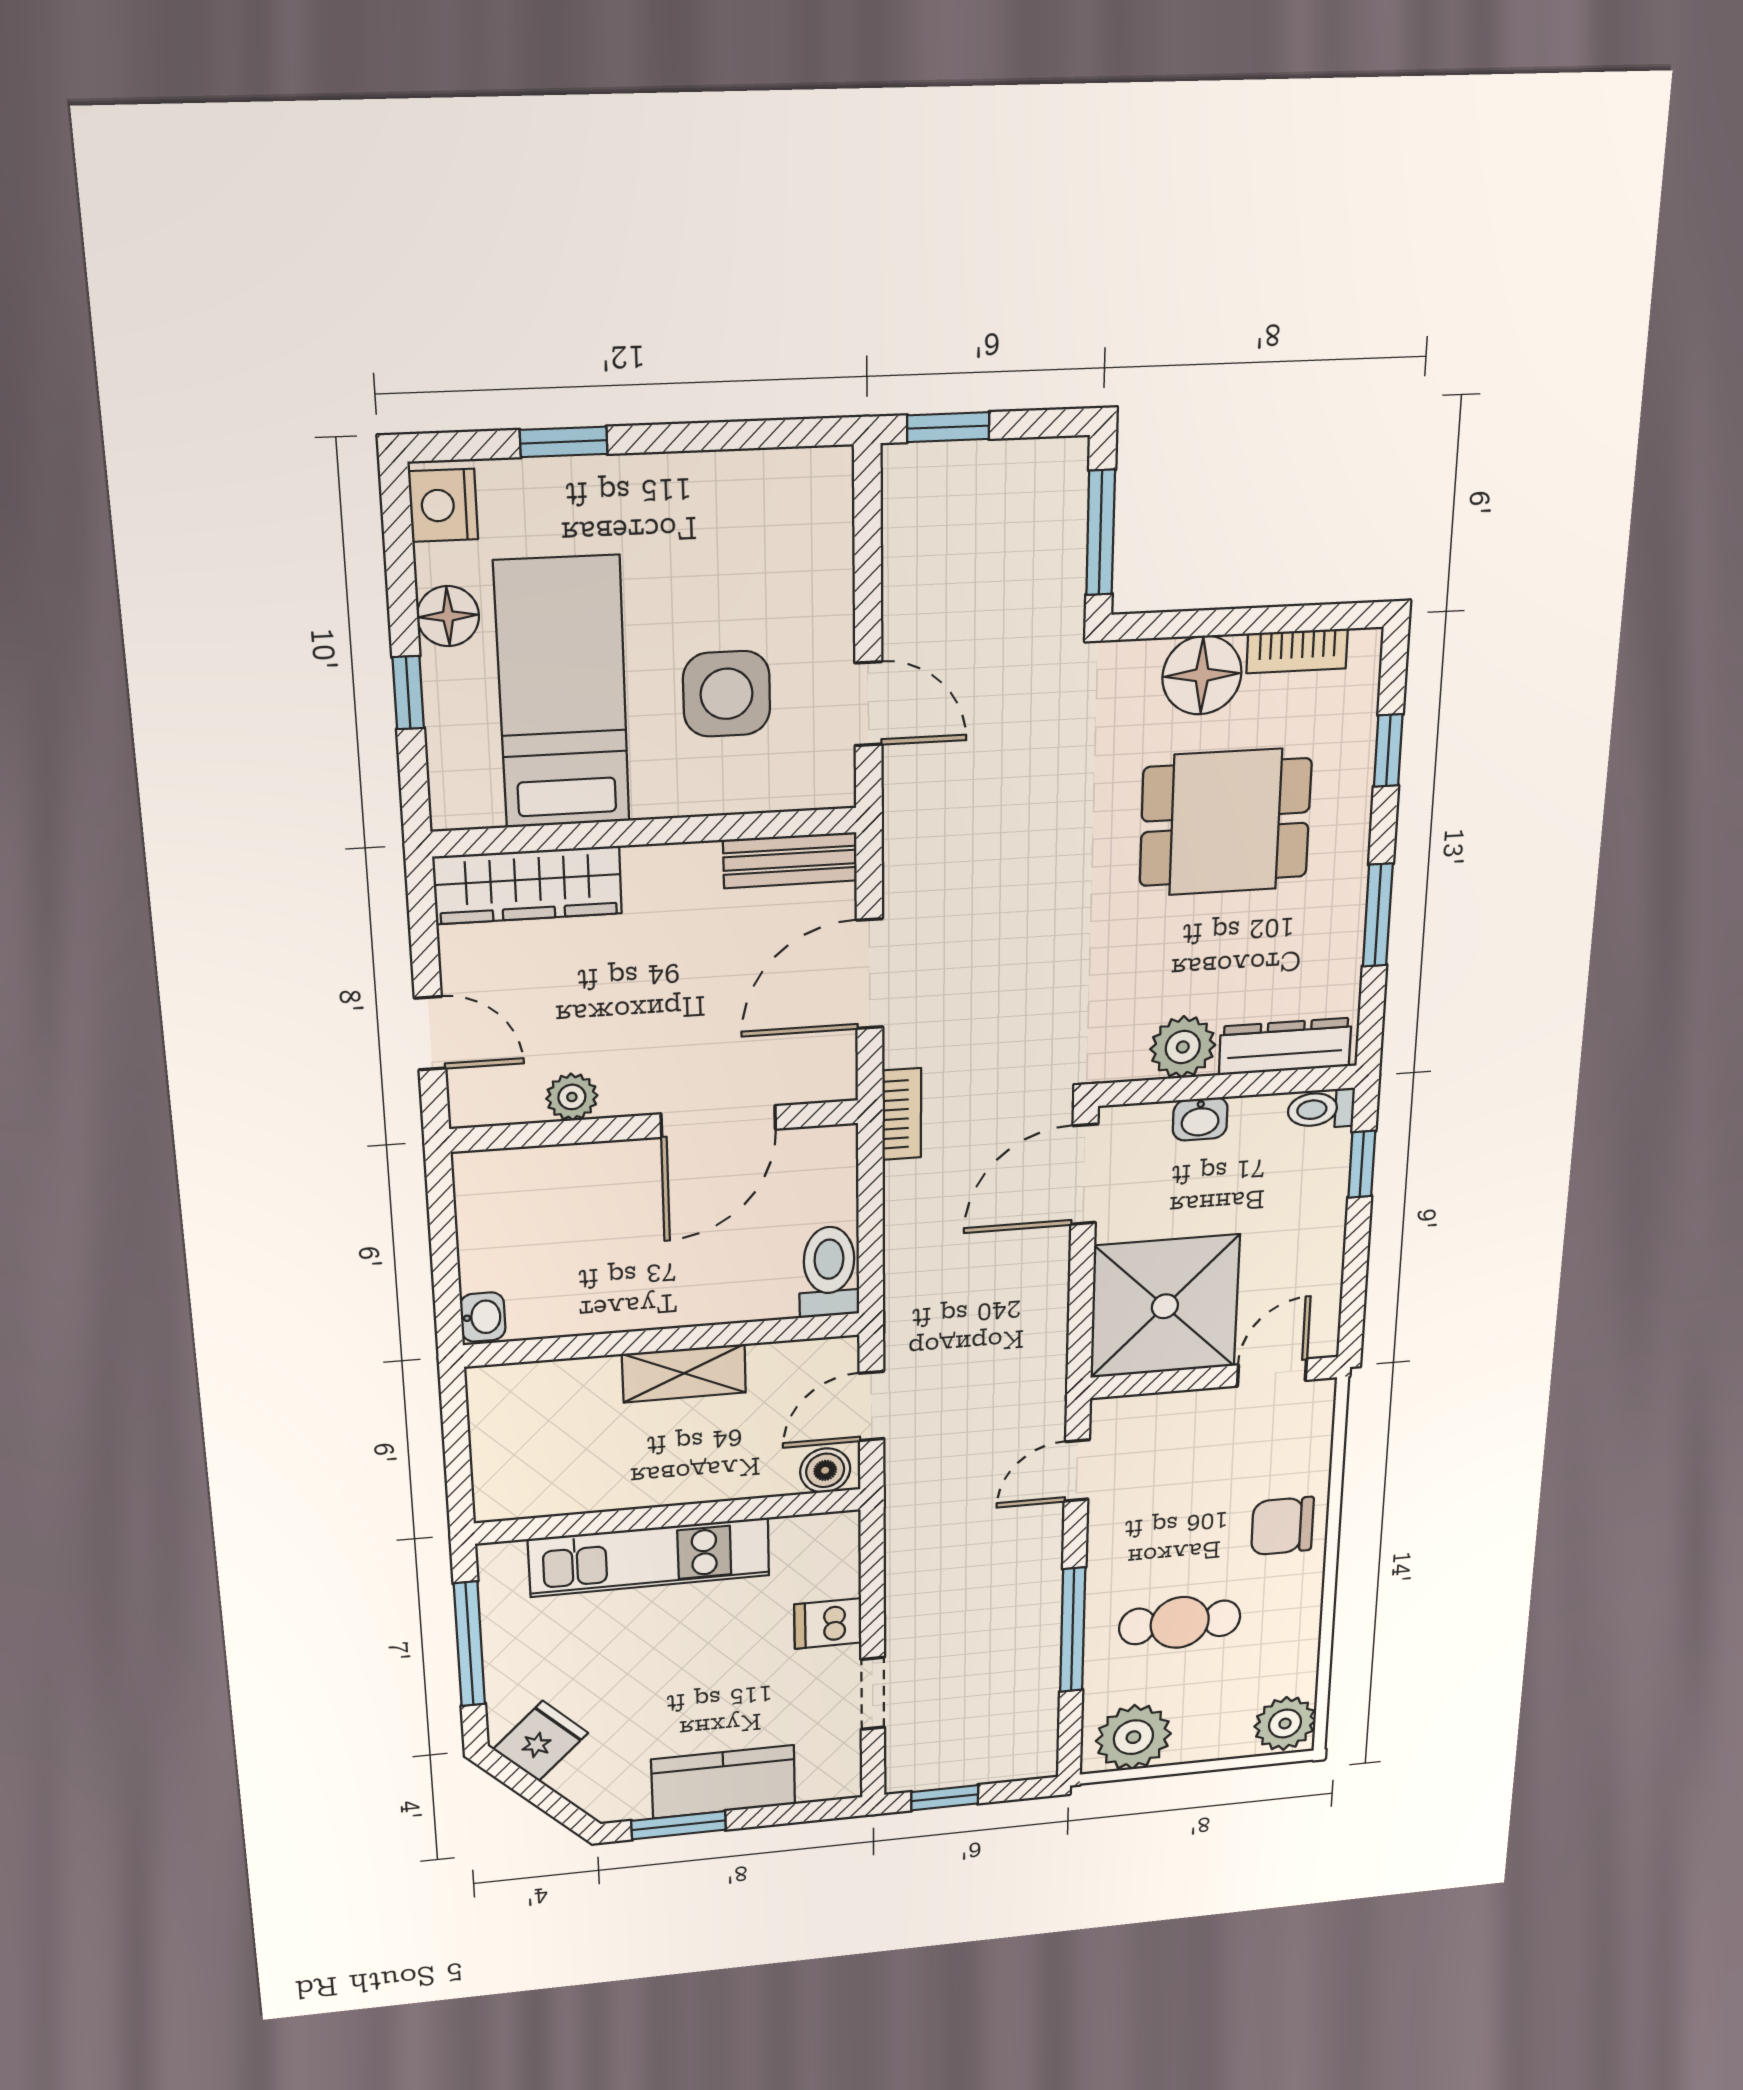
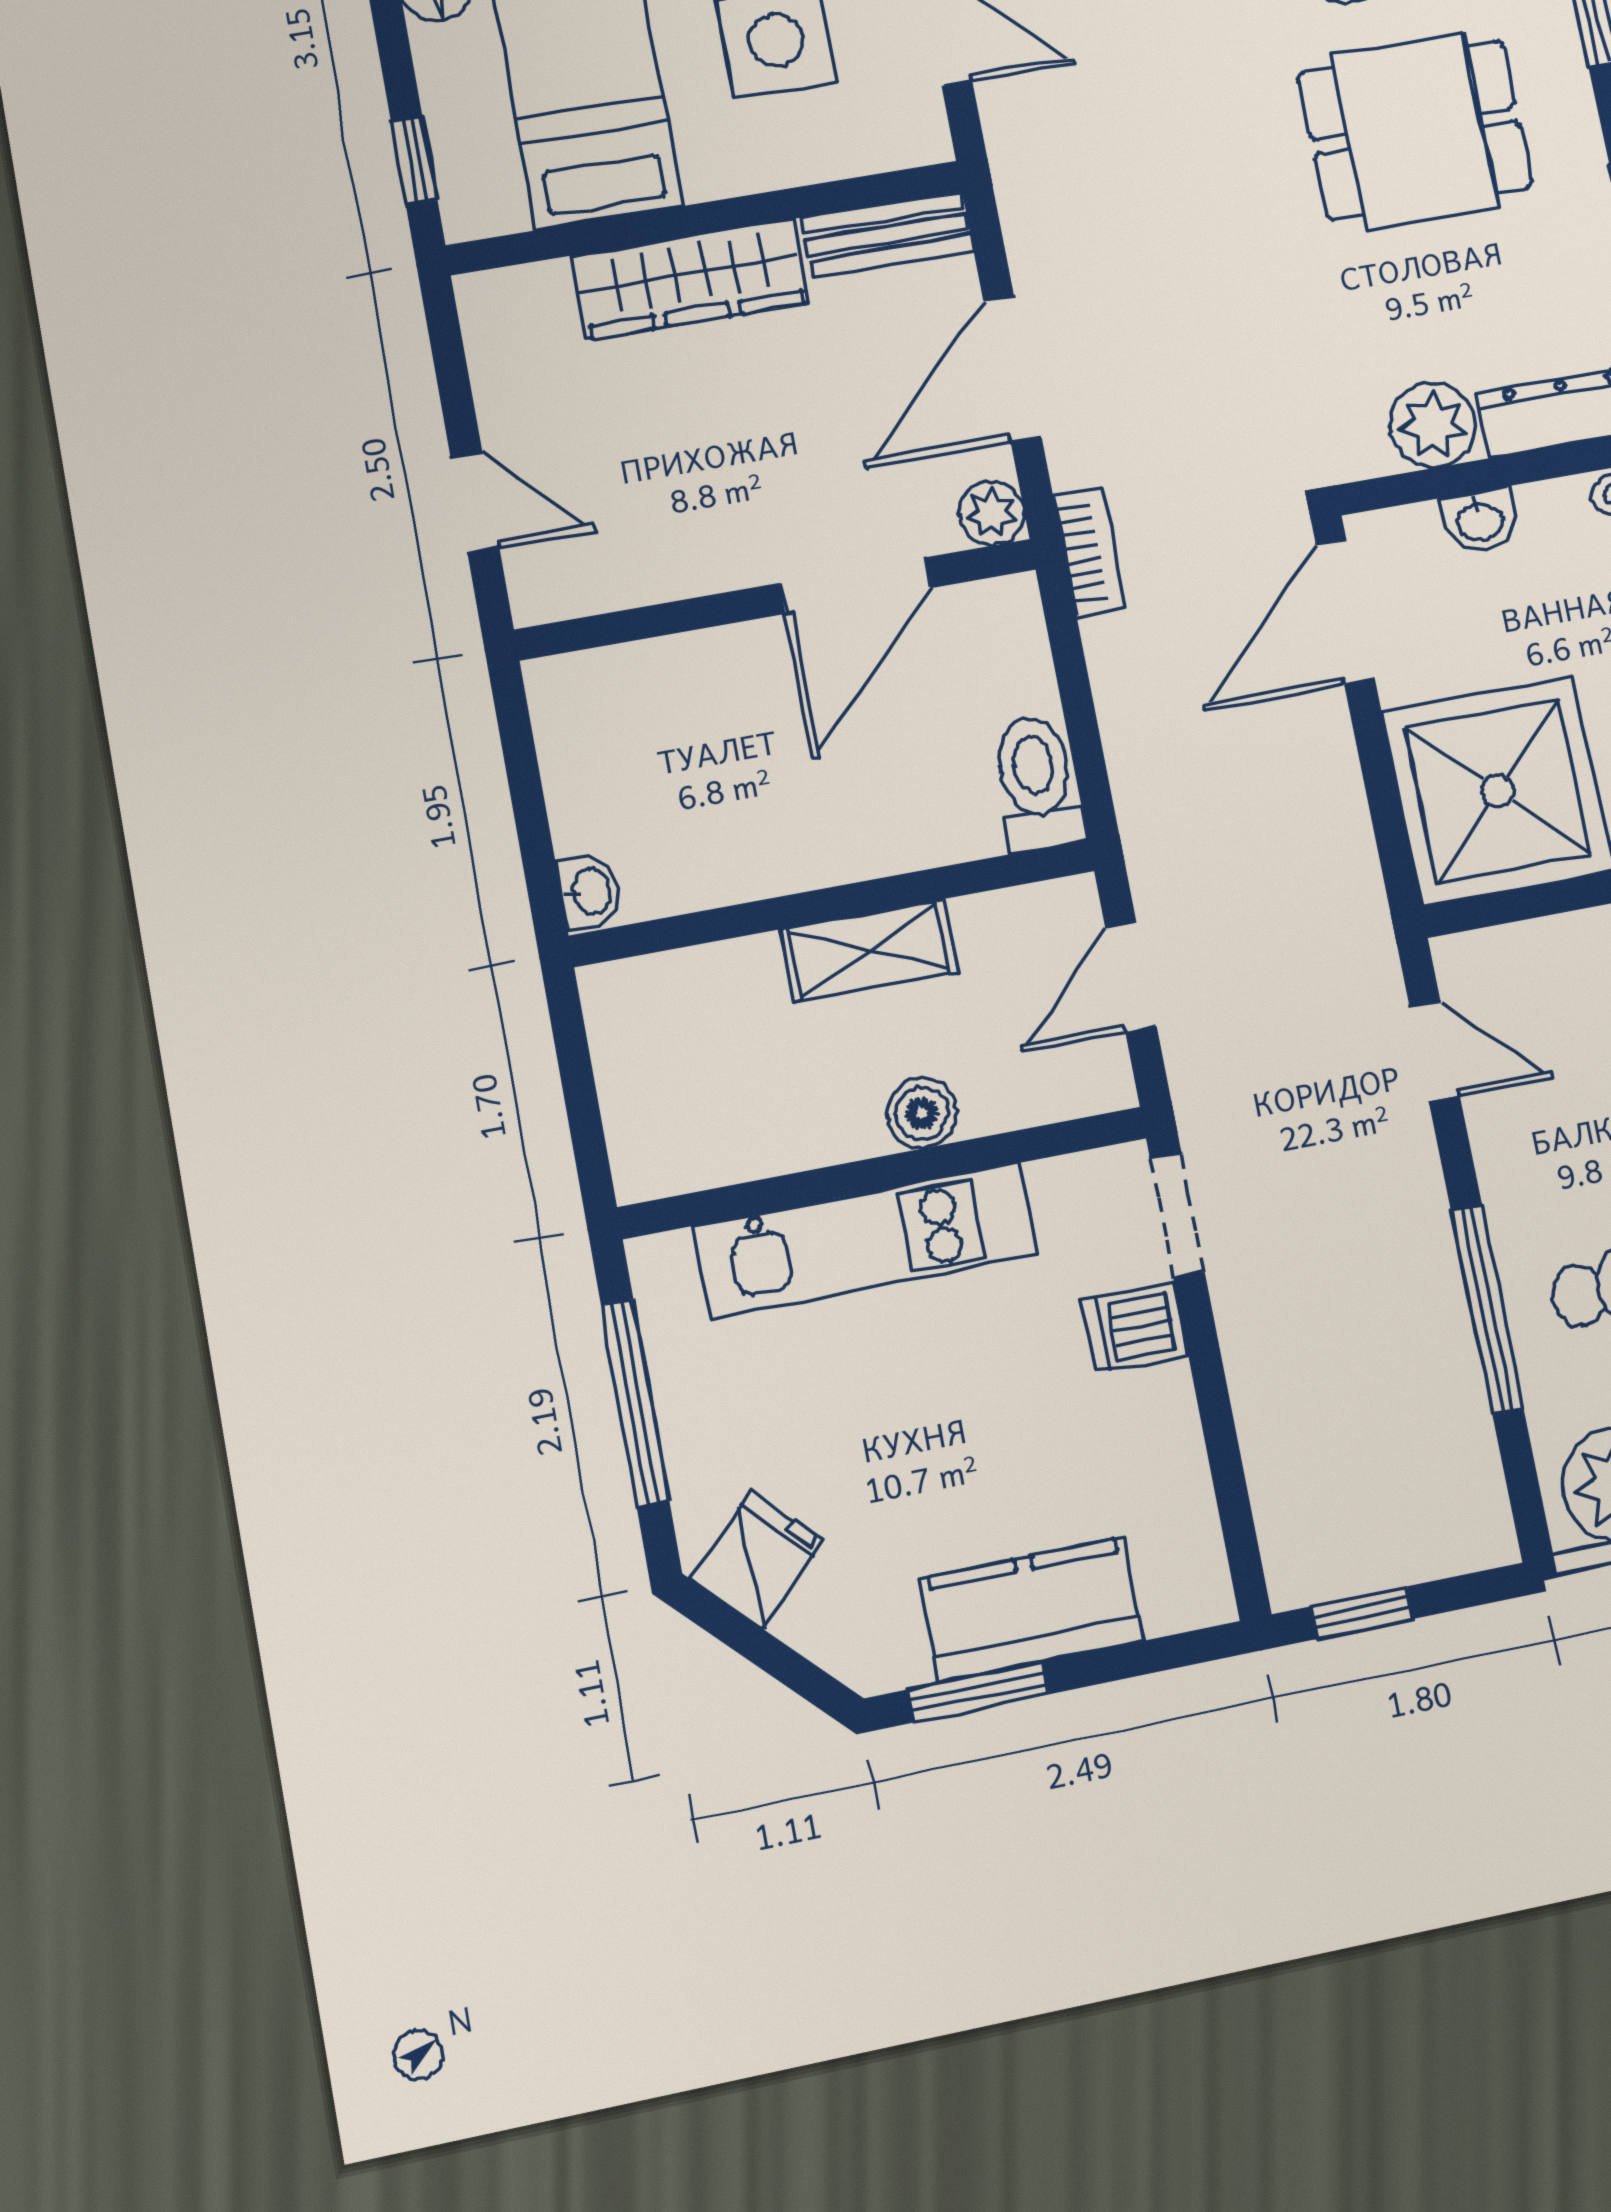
window: (408, 693) -> (414, 160), moved
wardrobe: (528, 885) -> (691, 279), moved
plant: (572, 1097) -> (992, 513), moved
boiler: (825, 1470) -> (922, 1113), moved
door: (1077, 1470) -> (1435, 1051), swing flipped
doorway: (873, 1693) -> (1177, 1215), moved

